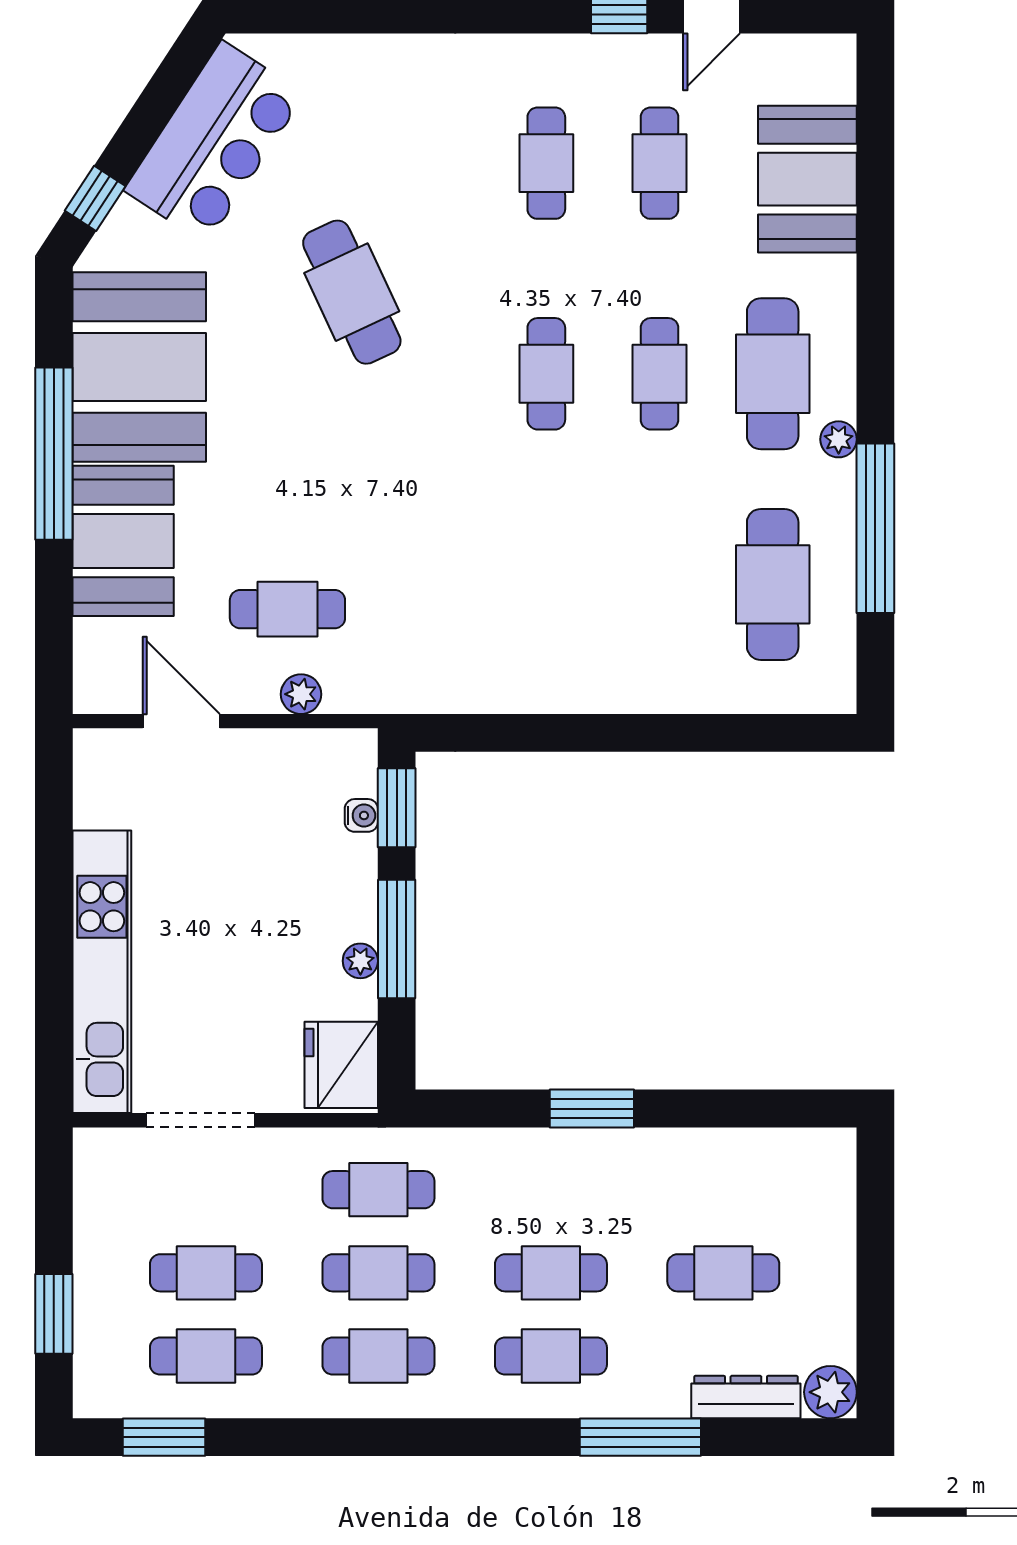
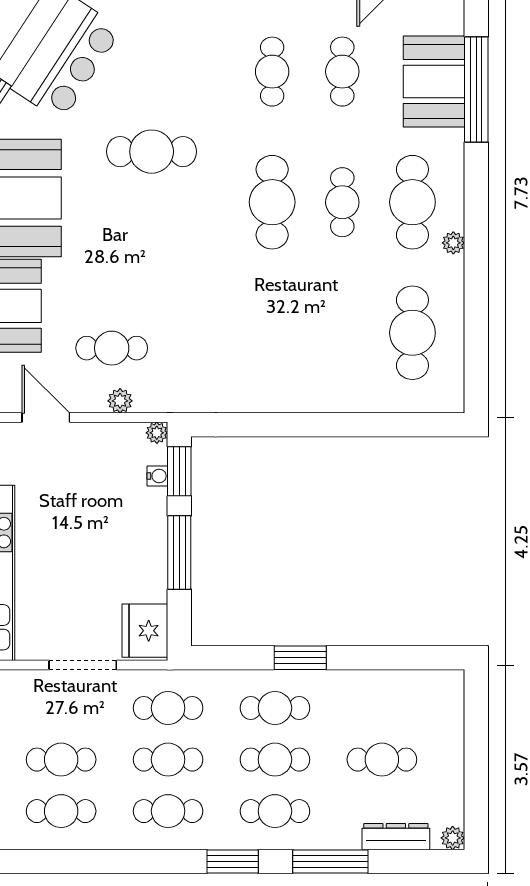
cafe table: (352, 292) -> (152, 152), turned -65
cafe table: (546, 374) -> (272, 202), width x1.37, depth x1.35
window: (875, 528) -> (476, 90), moved
plant: (360, 961) -> (157, 433), moved
doorway: (200, 1120) -> (83, 665), moved
cafe table: (551, 1190) -> (275, 708), added
plant: (830, 1392) -> (453, 838), width x0.73, depth x0.73
window: (164, 1437) -> (233, 861), moved

